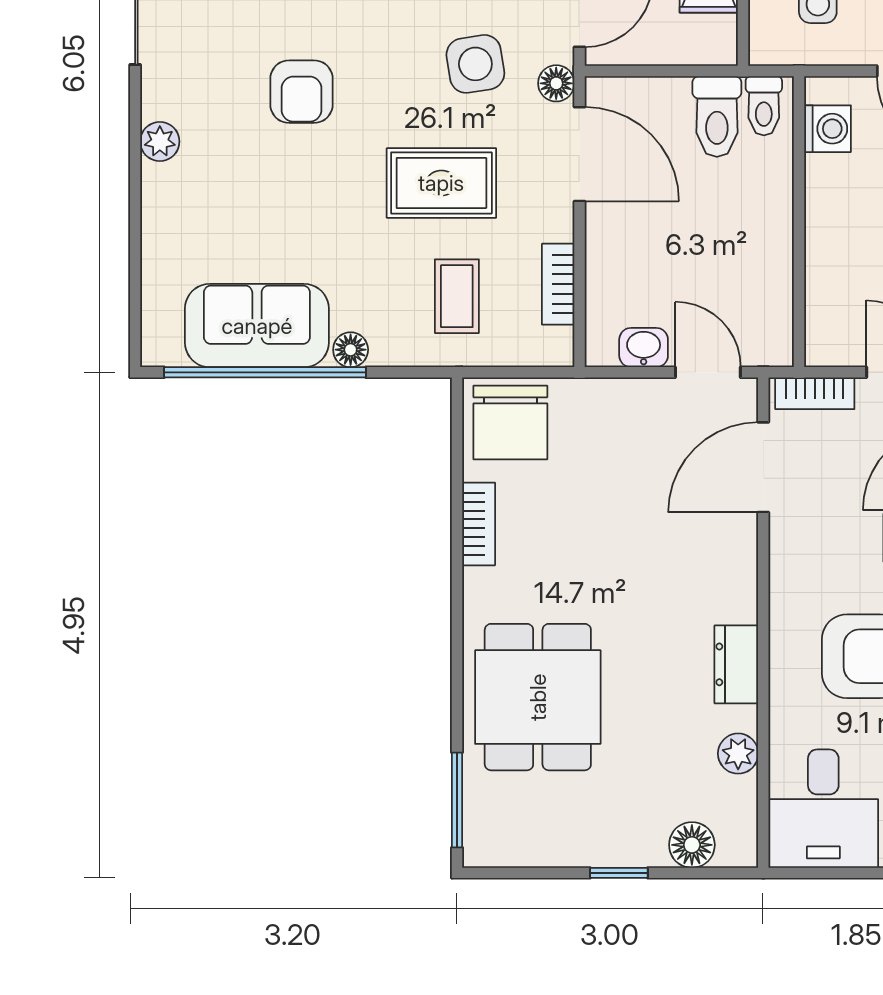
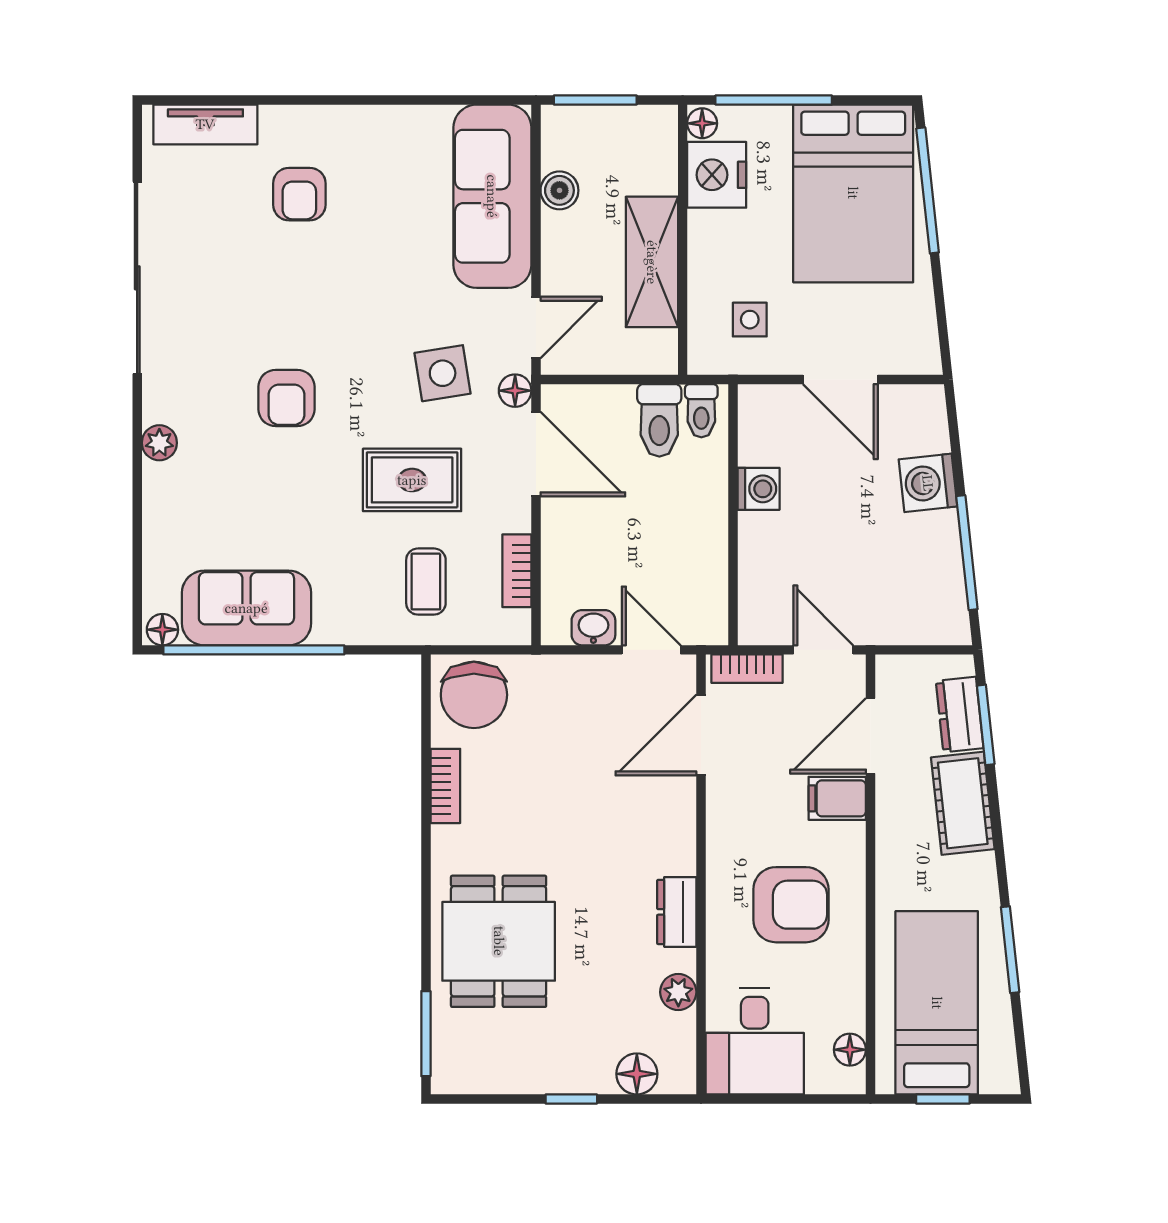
washing machine: (828, 129) -> (759, 489), moved
floor lamp: (351, 350) -> (162, 630), moved

